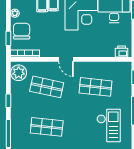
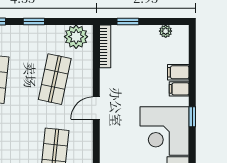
chair: (22, 31) -> (139, 41), removed

